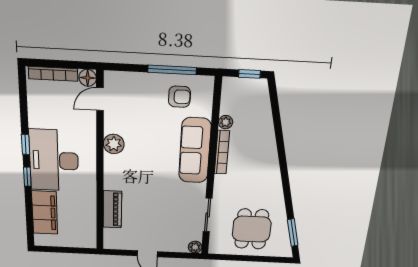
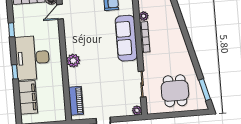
window: (26, 144) -> (11, 30), moved
plant: (114, 144) -> (73, 61), moved
piano: (112, 209) -> (76, 101), moved

